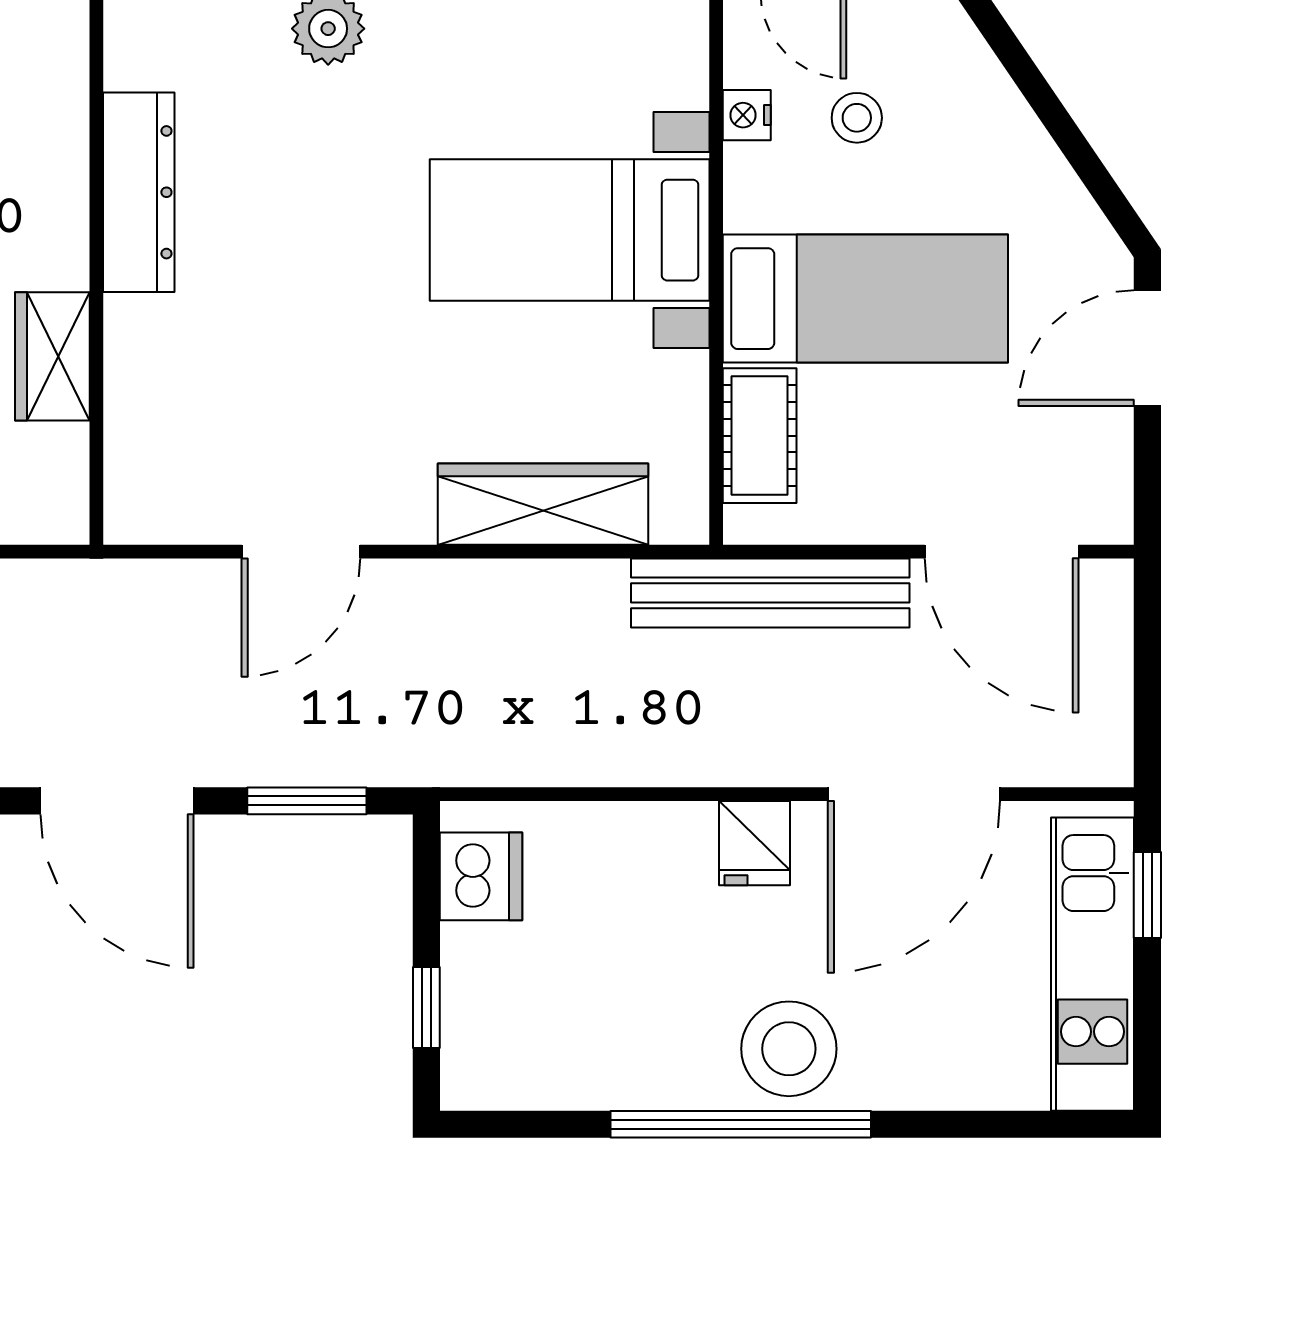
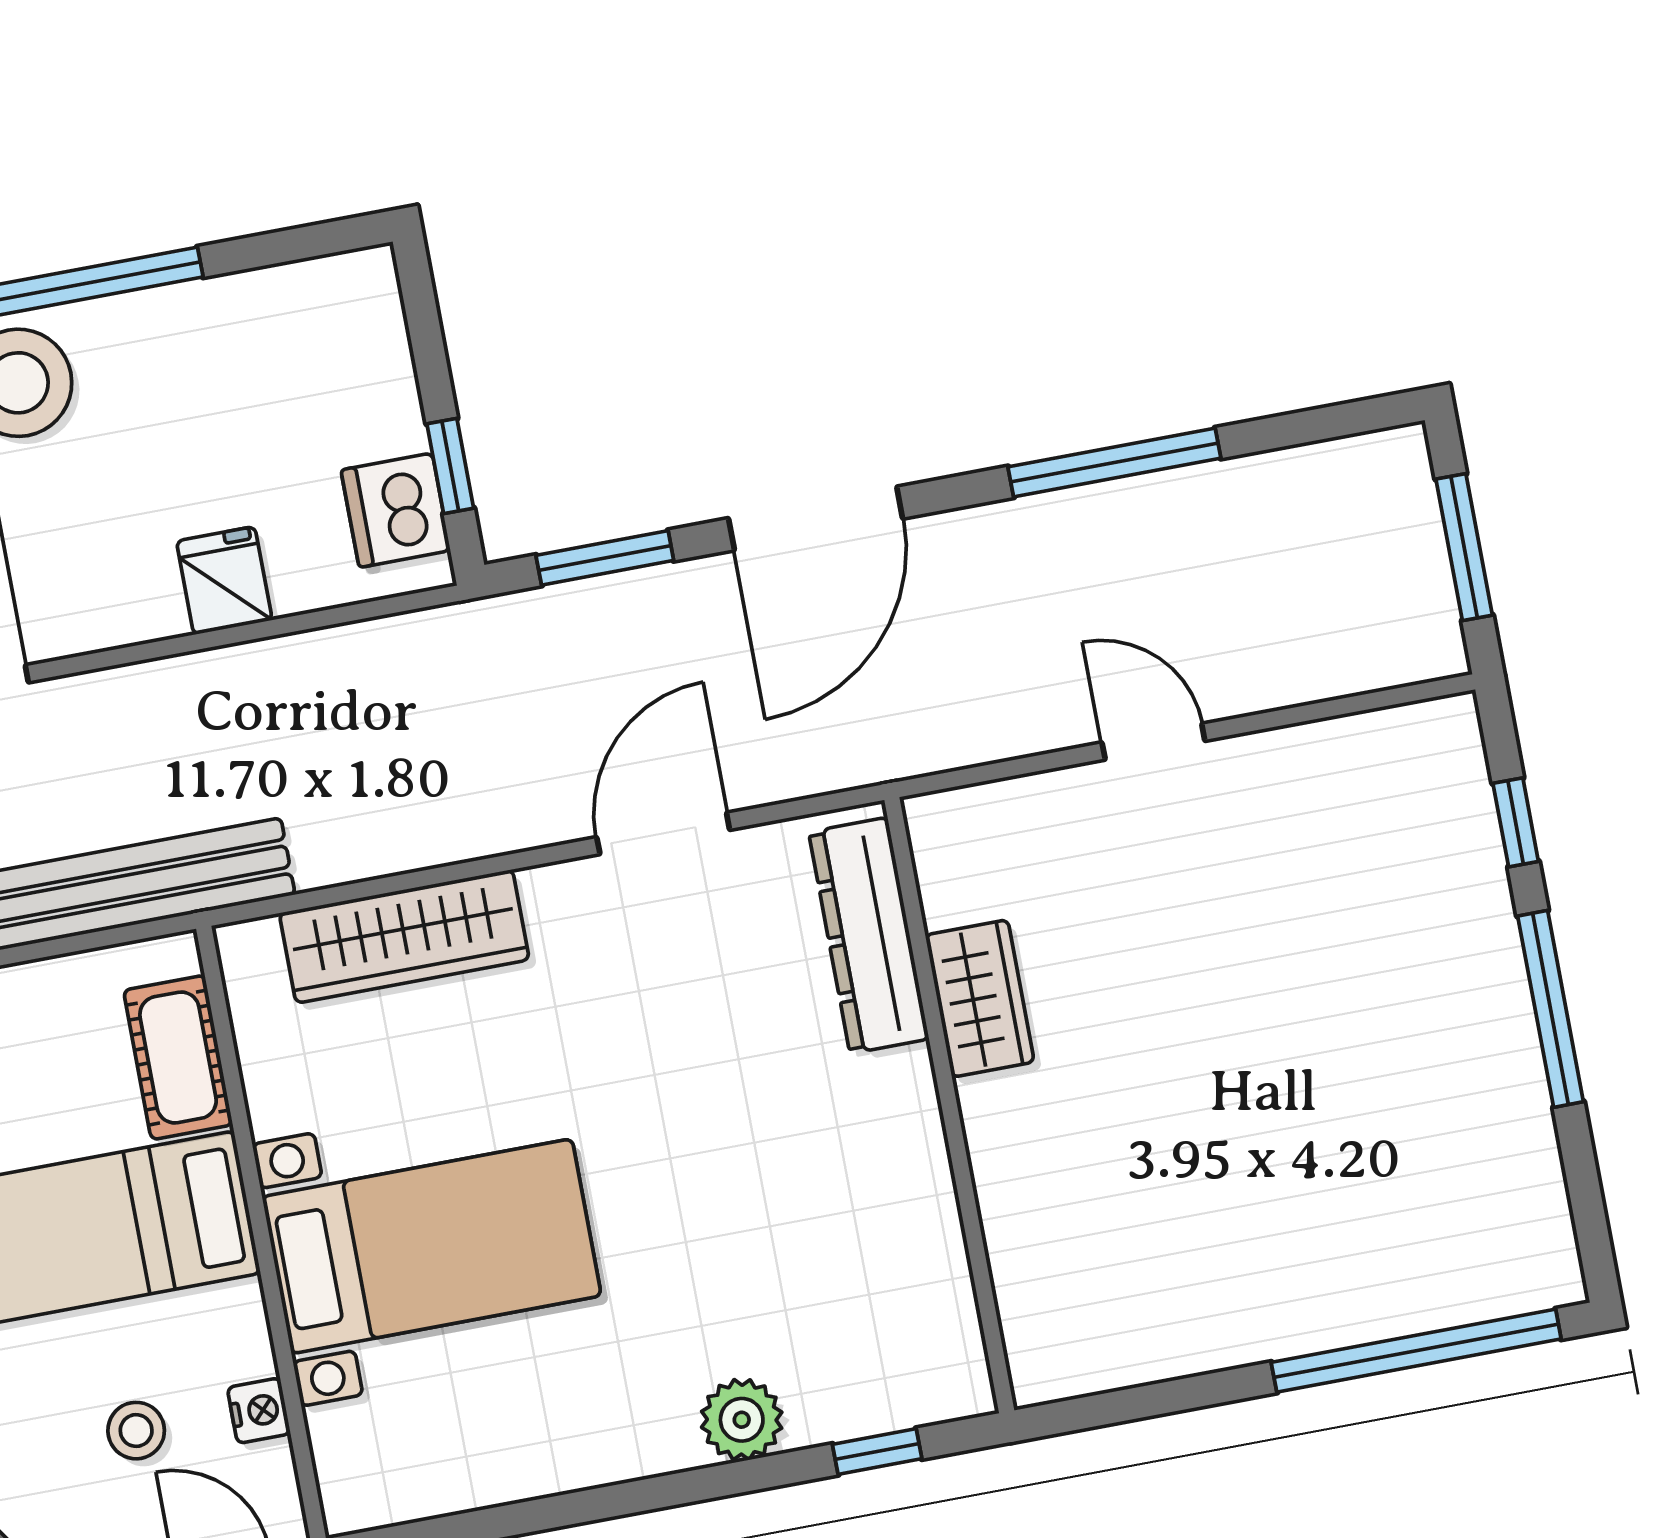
dresser: (139, 192) -> (869, 936), moved
door: (117, 801) -> (816, 518), swing flipped
fridge: (754, 843) -> (224, 581), moved
window: (426, 1008) -> (450, 466), moved

